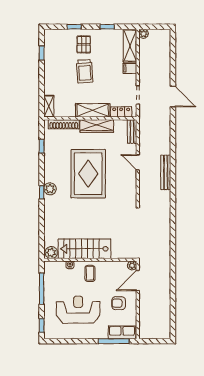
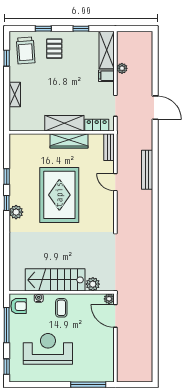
plant: (144, 34) -> (122, 68), moved
trolley: (85, 71) -> (26, 50), moved
shelving: (49, 106) -> (15, 95), moved
shoe rack: (64, 124) -> (32, 139), removed
window: (42, 146) -> (7, 176), moved
bench: (166, 172) -> (147, 170), moved
window: (42, 192) -> (7, 203), moved
plant: (51, 253) -> (93, 284), moved
door: (138, 281) -> (115, 316), hinge flipped
armchair: (119, 303) -> (19, 306), moved, turned 180
row of seats: (122, 332) -> (98, 375), removed

